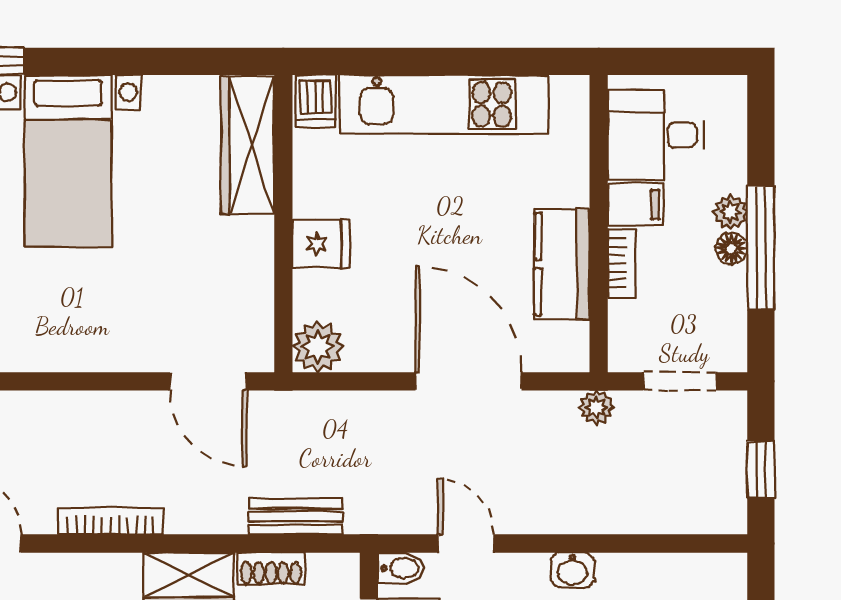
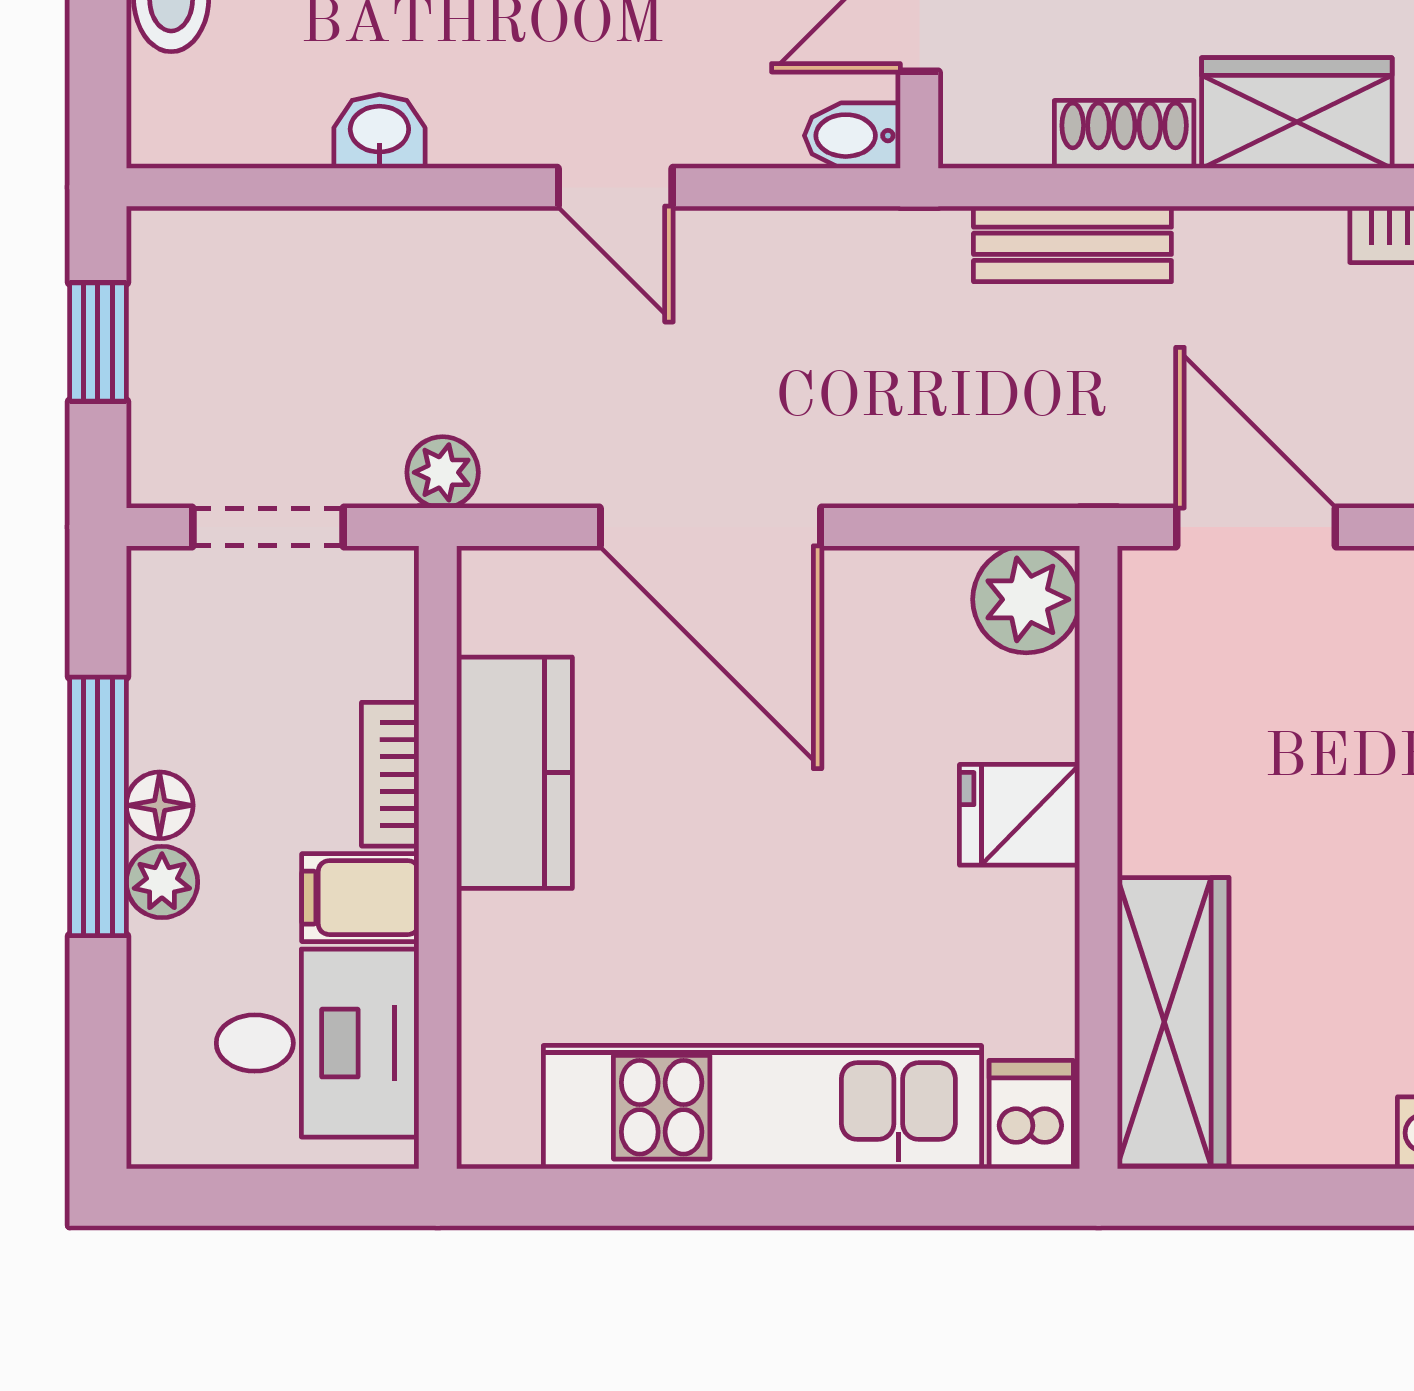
door: (466, 543) -> (615, 187), moved
washbasin: (573, 570) -> (379, 131), moved

